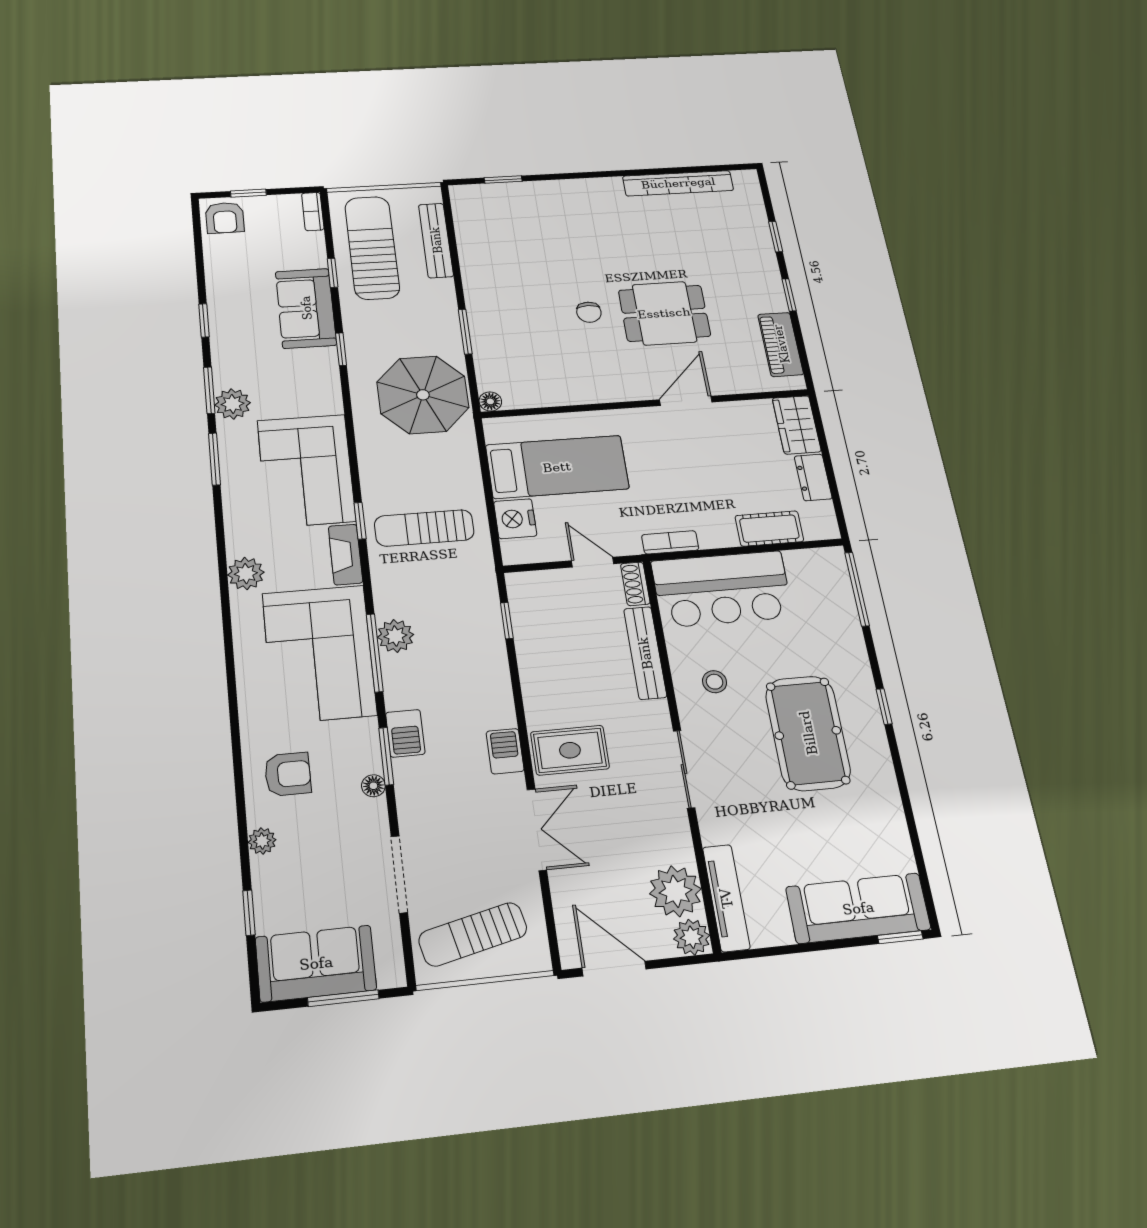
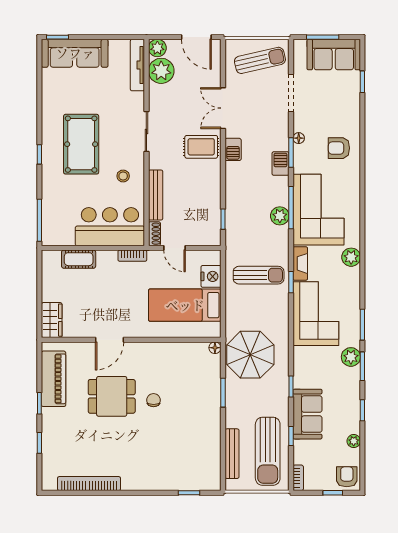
piano: (781, 344) -> (54, 379), width x1.37, depth x1.33
dresser: (813, 477) -> (49, 287), removed
plant: (262, 841) -> (354, 441), moved

